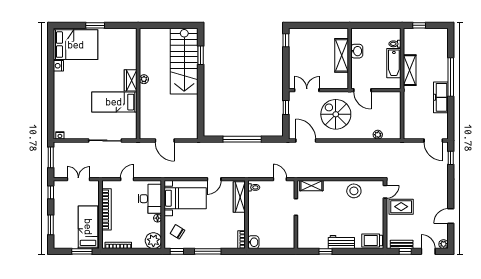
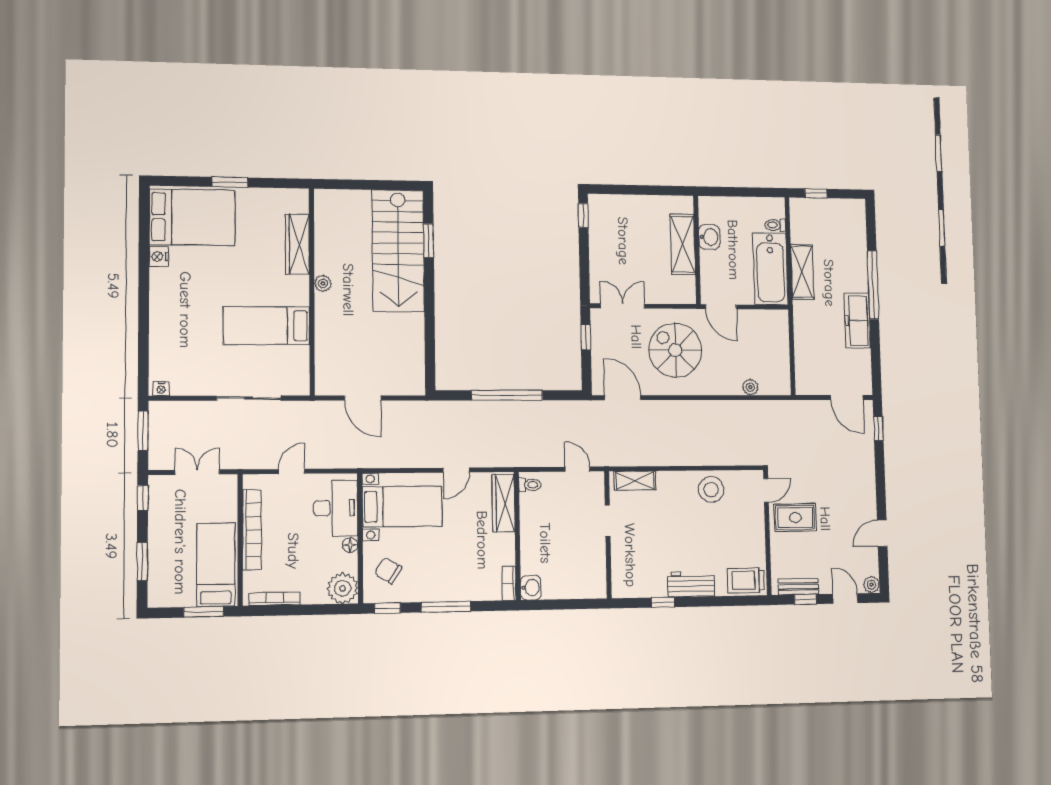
bathtub: (394, 63) -> (770, 269), width x1.36, depth x1.36
wardrobe: (131, 80) -> (297, 244), moved, width x1.50

